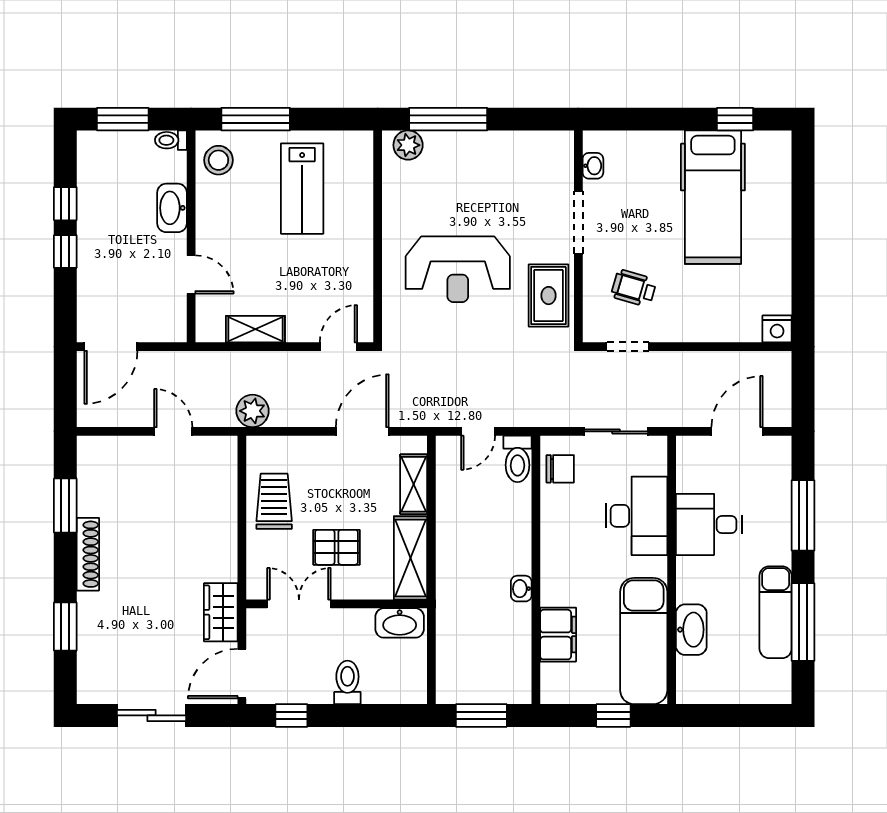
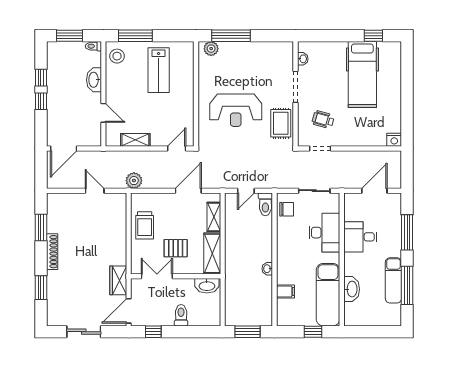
trolley: (274, 501) -> (145, 225), turned 180
filing cabinet: (558, 635) -> (286, 292), width x0.50

